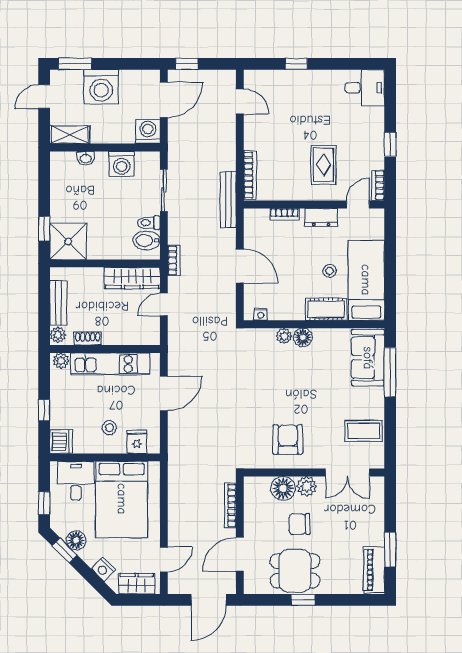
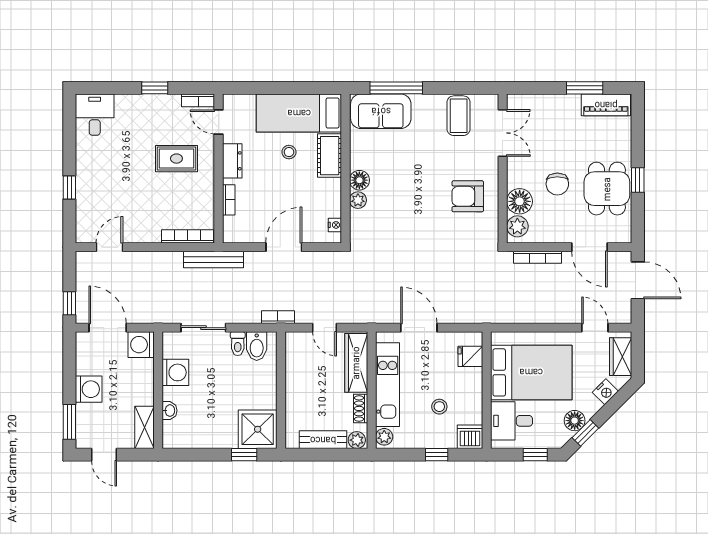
washing machine: (101, 87) -> (89, 389), width x0.73, depth x0.73
wardrobe: (132, 278) -> (356, 363), moved, turned 180
stool: (109, 428) -> (439, 407), moved
plant: (307, 486) -> (517, 226), moved

